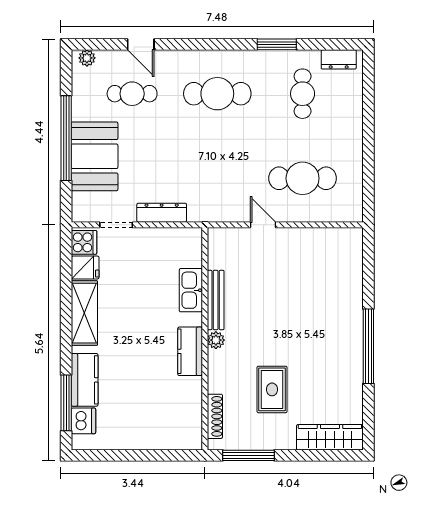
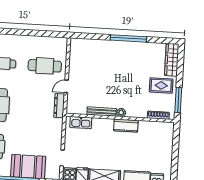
cafe table: (303, 178) -> (45, 66), turned 90
dresser: (162, 213) -> (59, 106), moved
kitchen sink: (191, 290) -> (81, 123), moved
rug: (272, 389) -> (161, 85), moved

